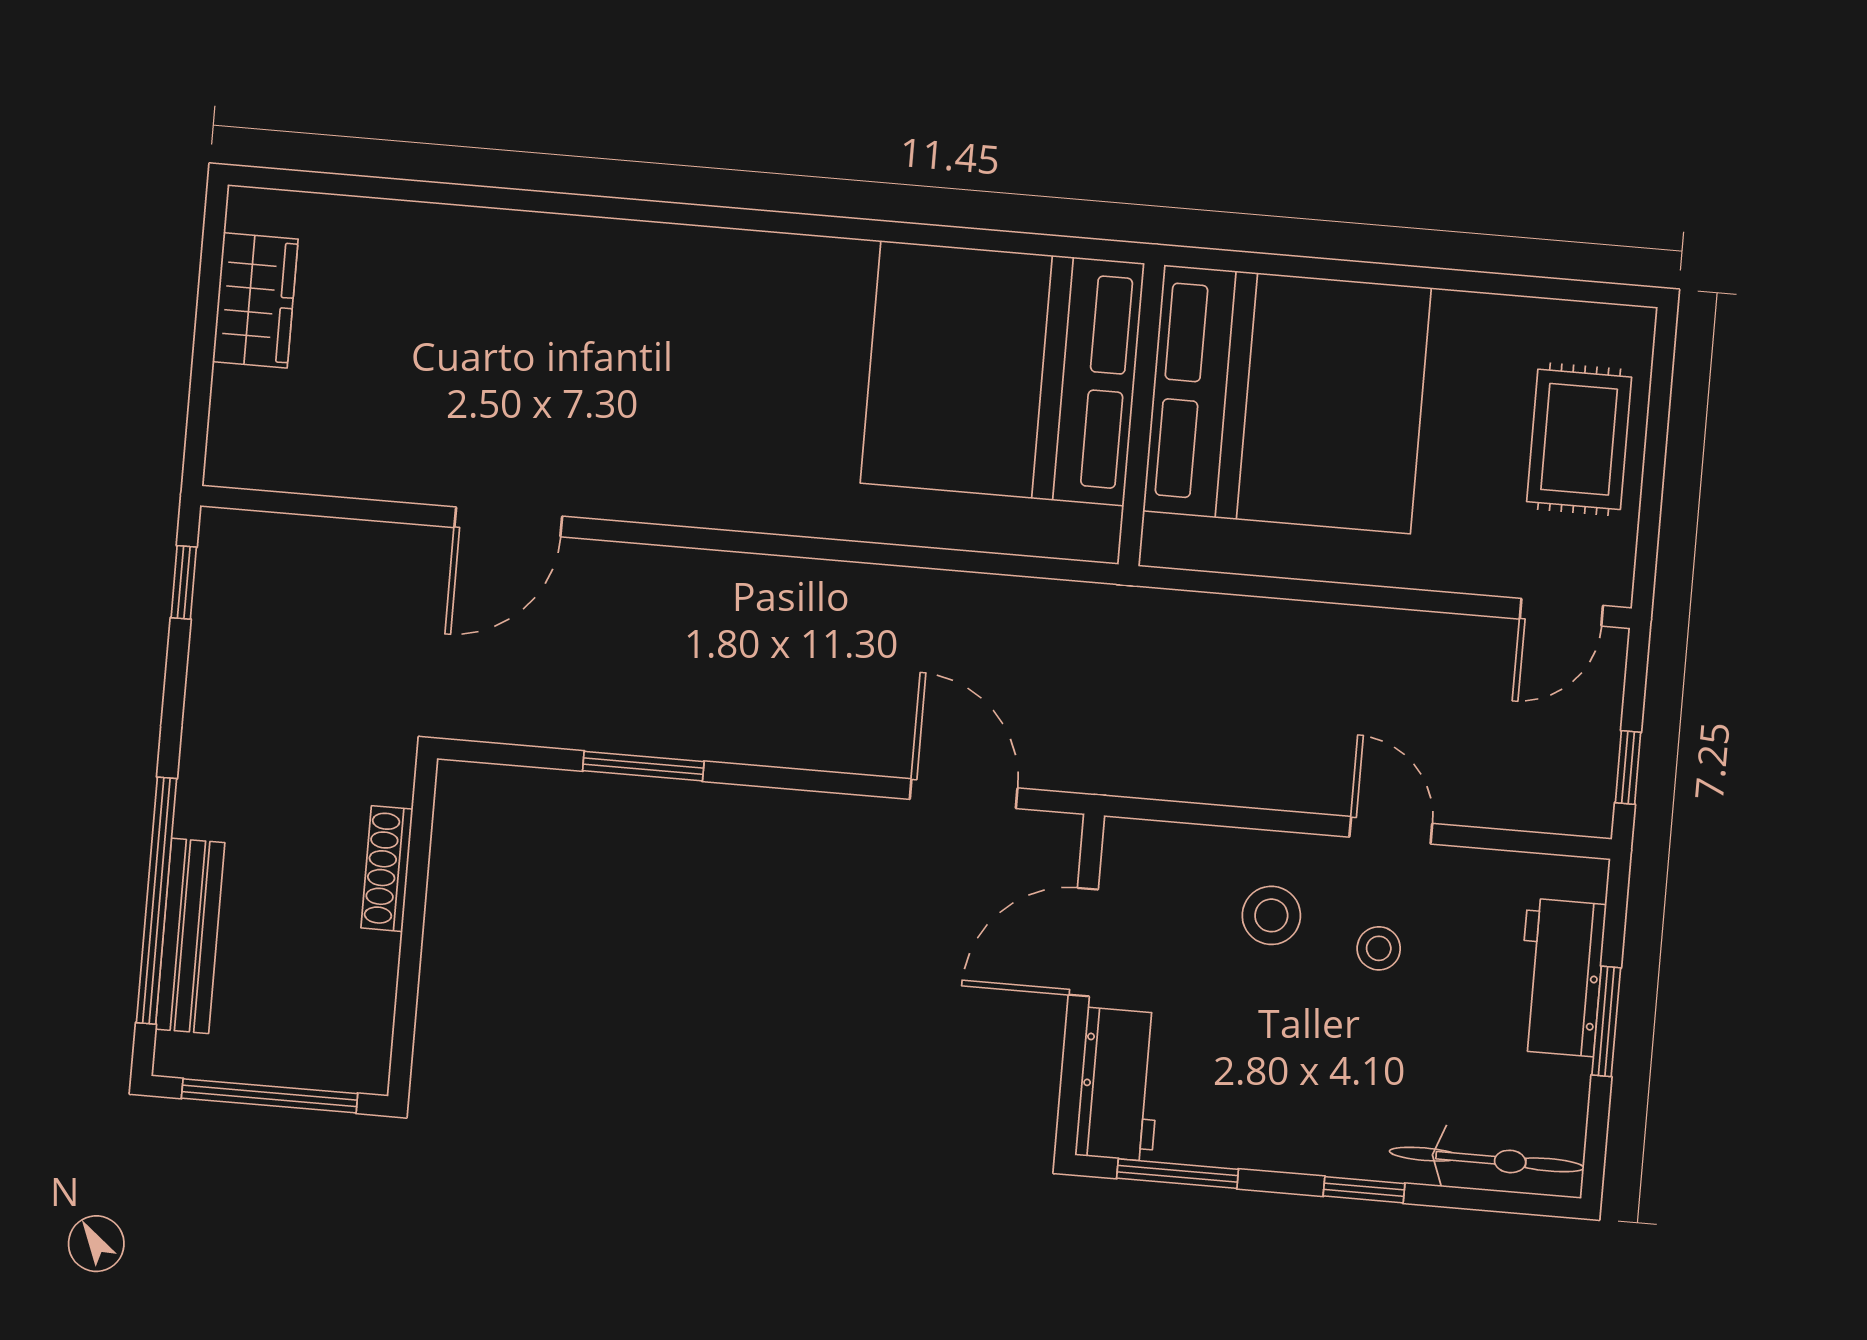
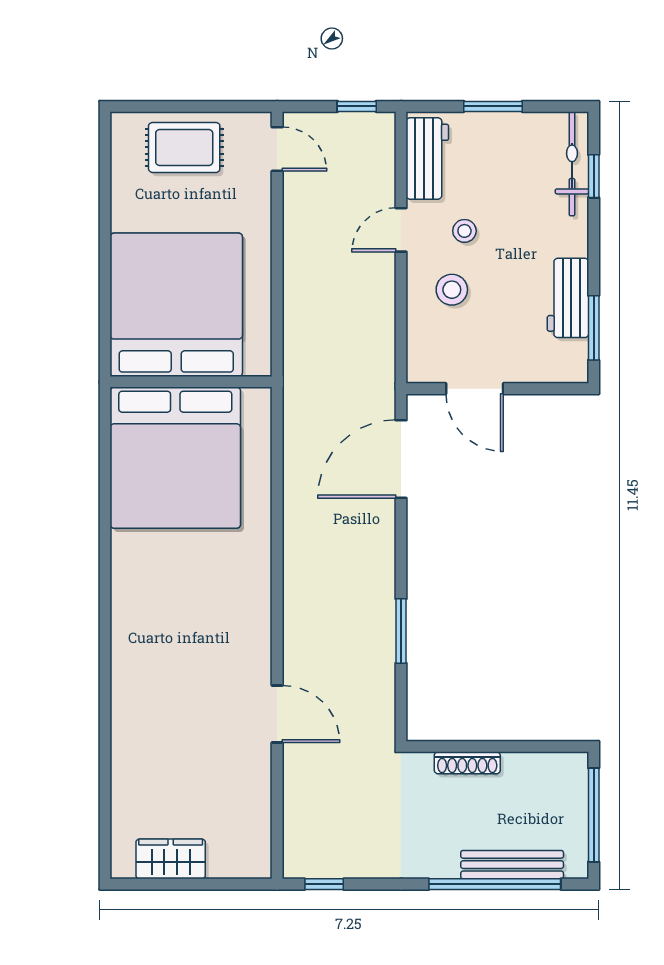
door: (964, 794) -> (401, 459), width x1.36
workbench: (1561, 977) -> (427, 158), moved, turned -90
workbench: (1119, 1084) -> (568, 298), moved, turned -90
window: (1364, 1190) -> (594, 176), moved

